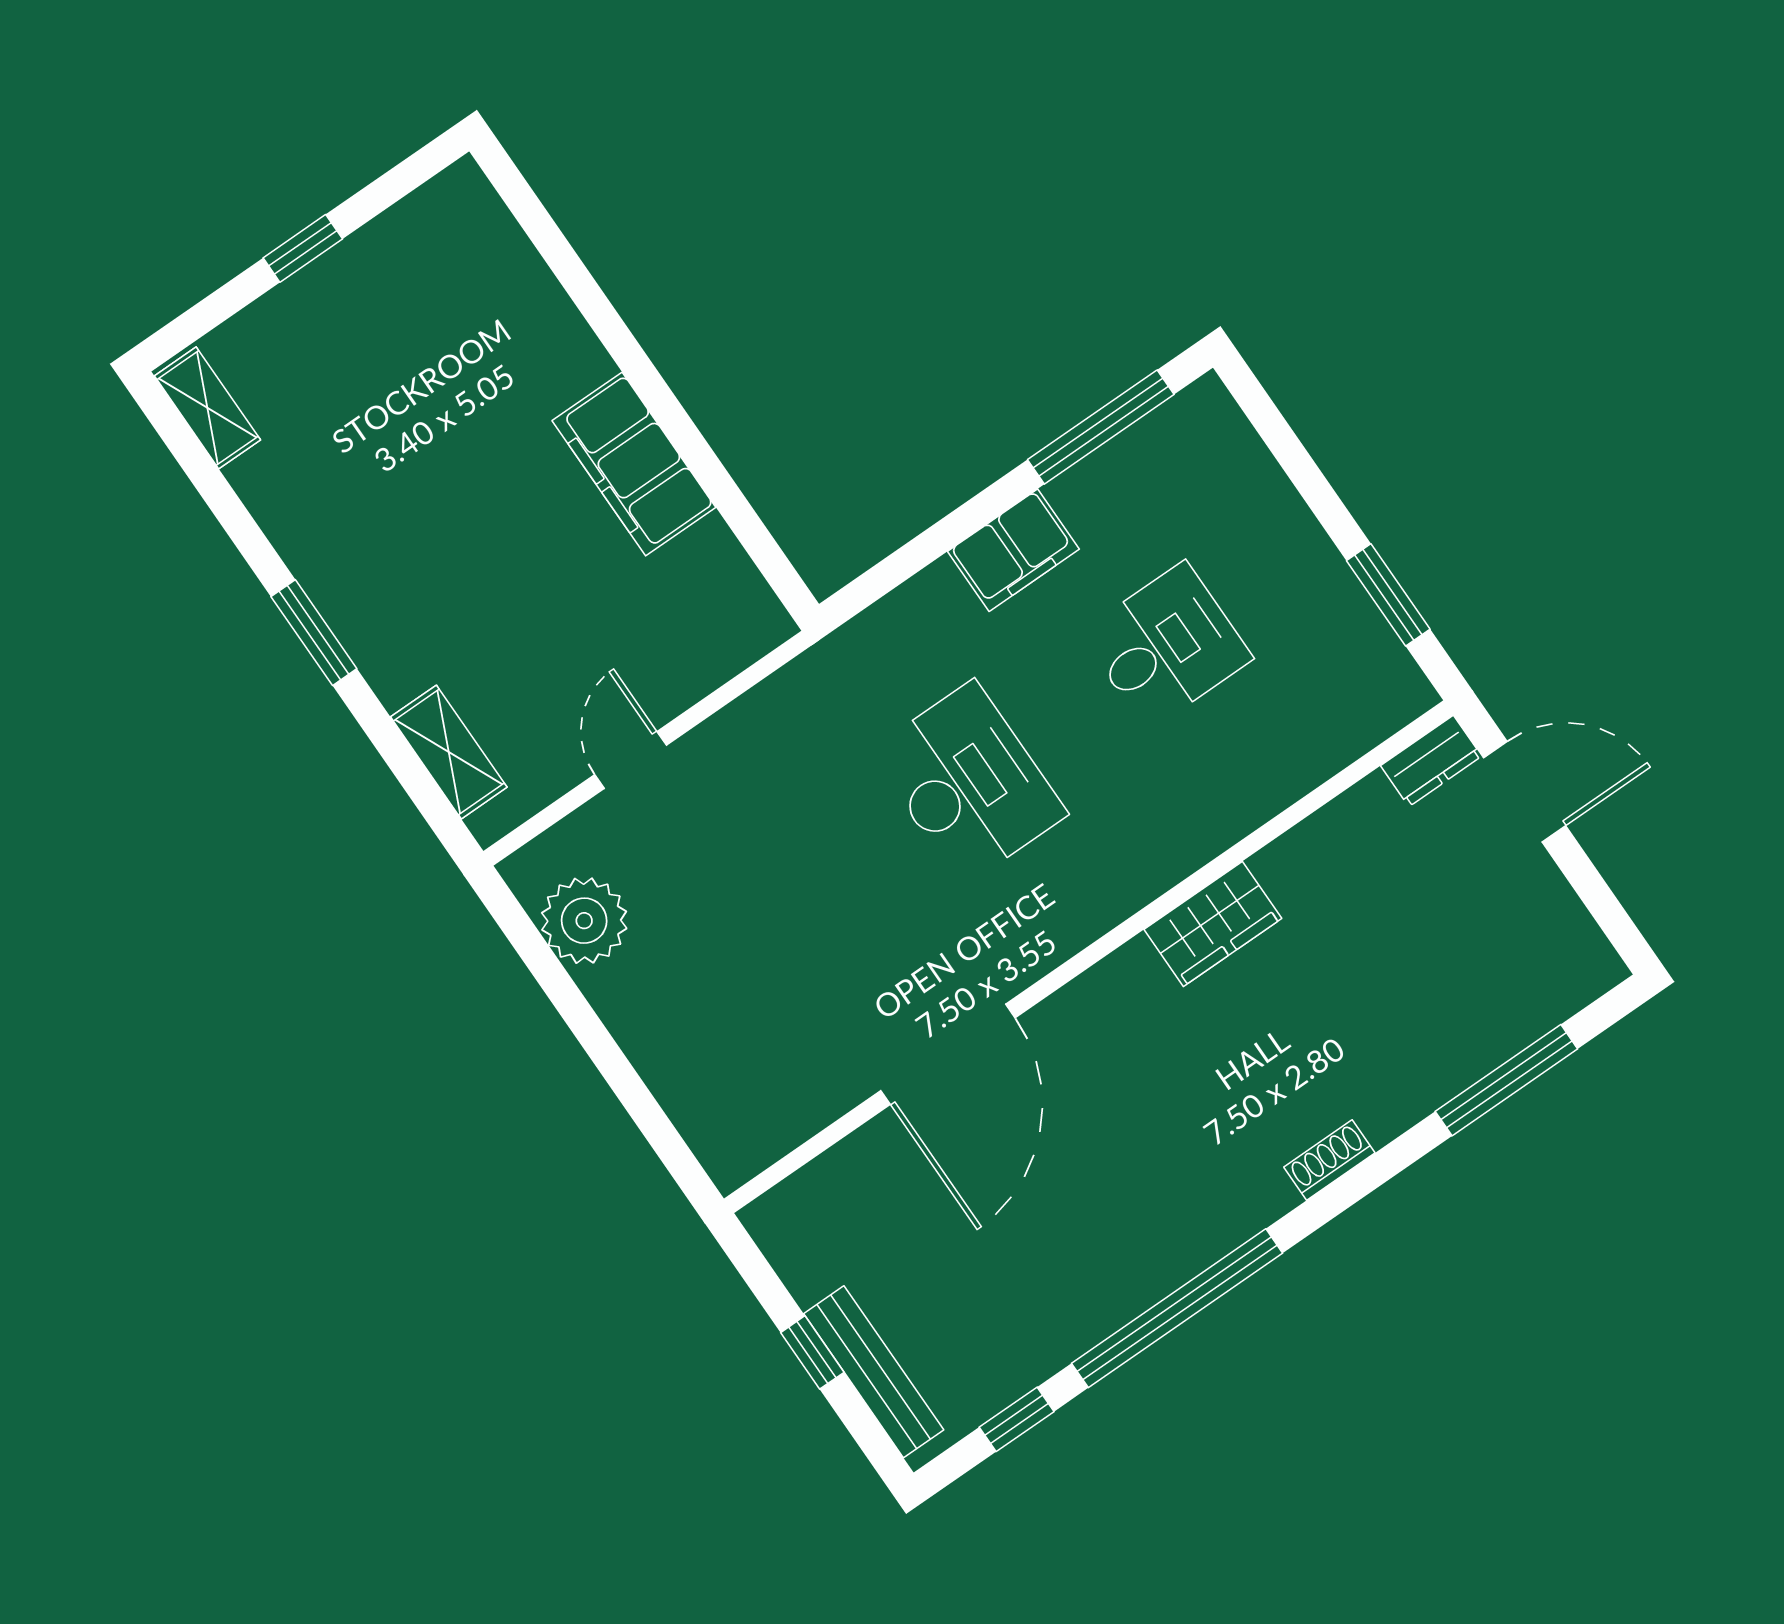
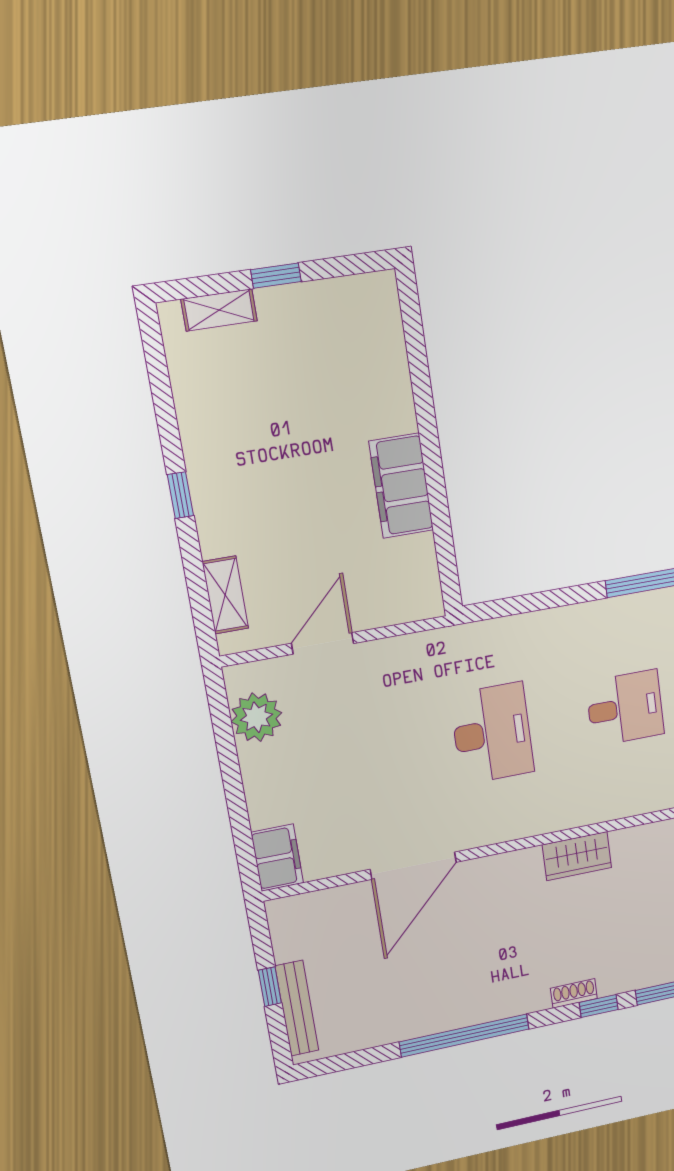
shelving: (207, 408) -> (219, 310), moved, turned 90
filing cabinet: (1013, 550) -> (277, 858), moved, turned -90
window: (314, 633) -> (180, 495), width x0.67
door: (631, 760) -> (323, 643), width x1.38
window: (1017, 1419) -> (599, 1006), moved

